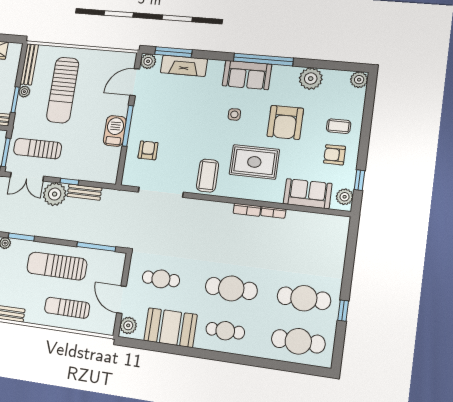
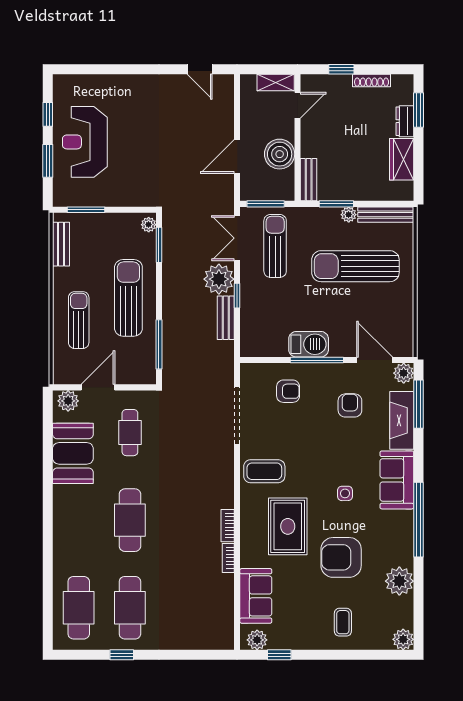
sofa: (247, 75) -> (397, 480), moved
armchair: (335, 155) -> (350, 405), moved
cafe table: (225, 331) -> (79, 520), removed

